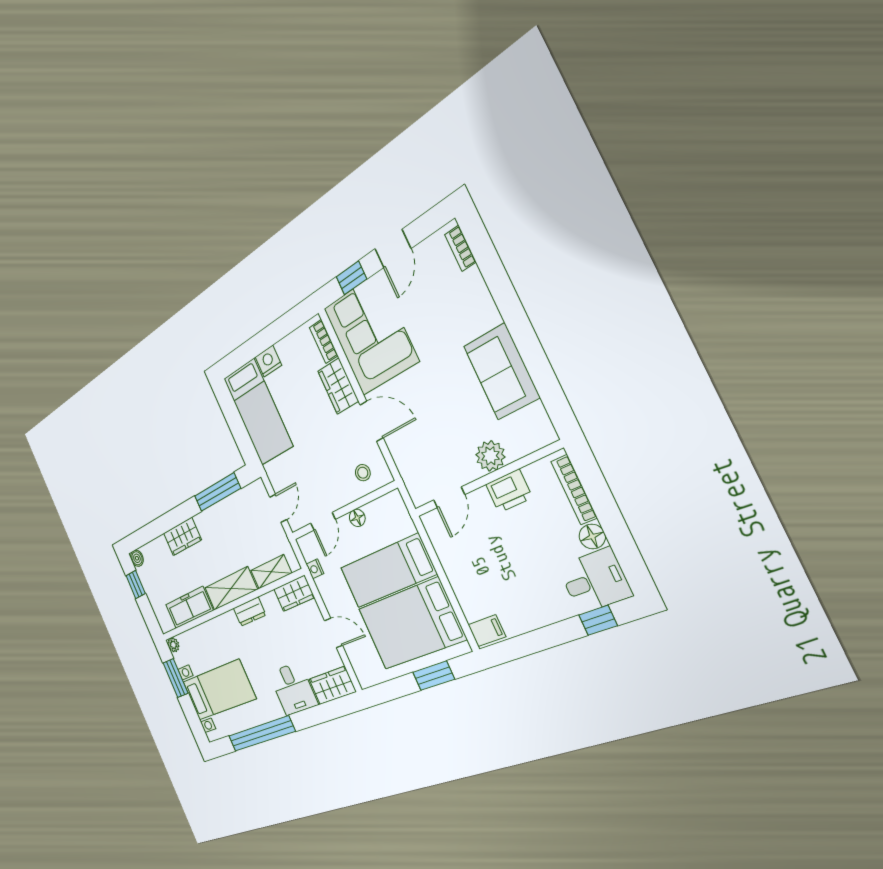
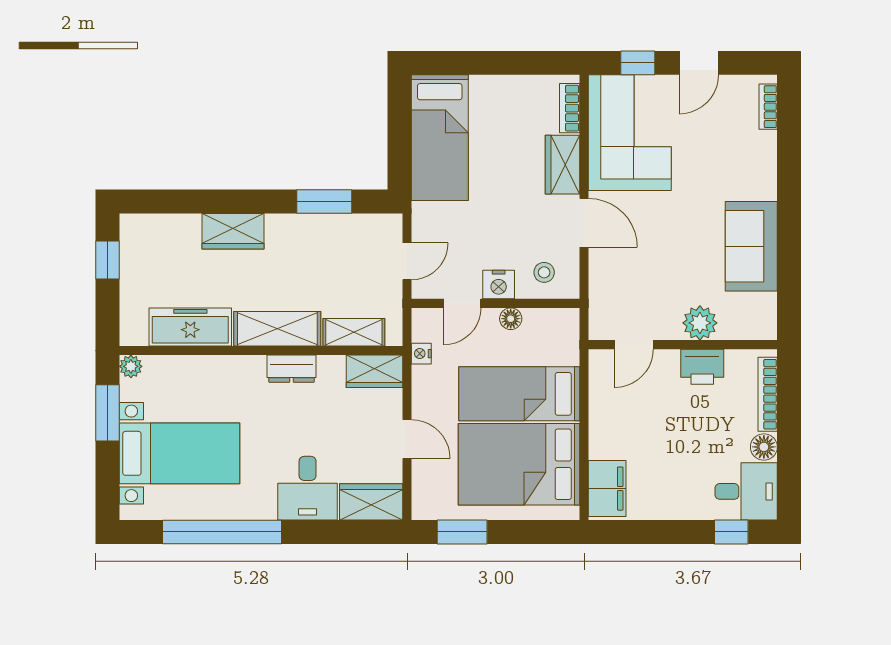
nightstand: (268, 361) -> (499, 284), moved, turned 180
window: (217, 492) -> (324, 202), width x0.69
boiler: (137, 558) -> (132, 226), removed
filing cabinet: (487, 631) -> (607, 489), width x2.00
window: (434, 676) -> (462, 532), moved

